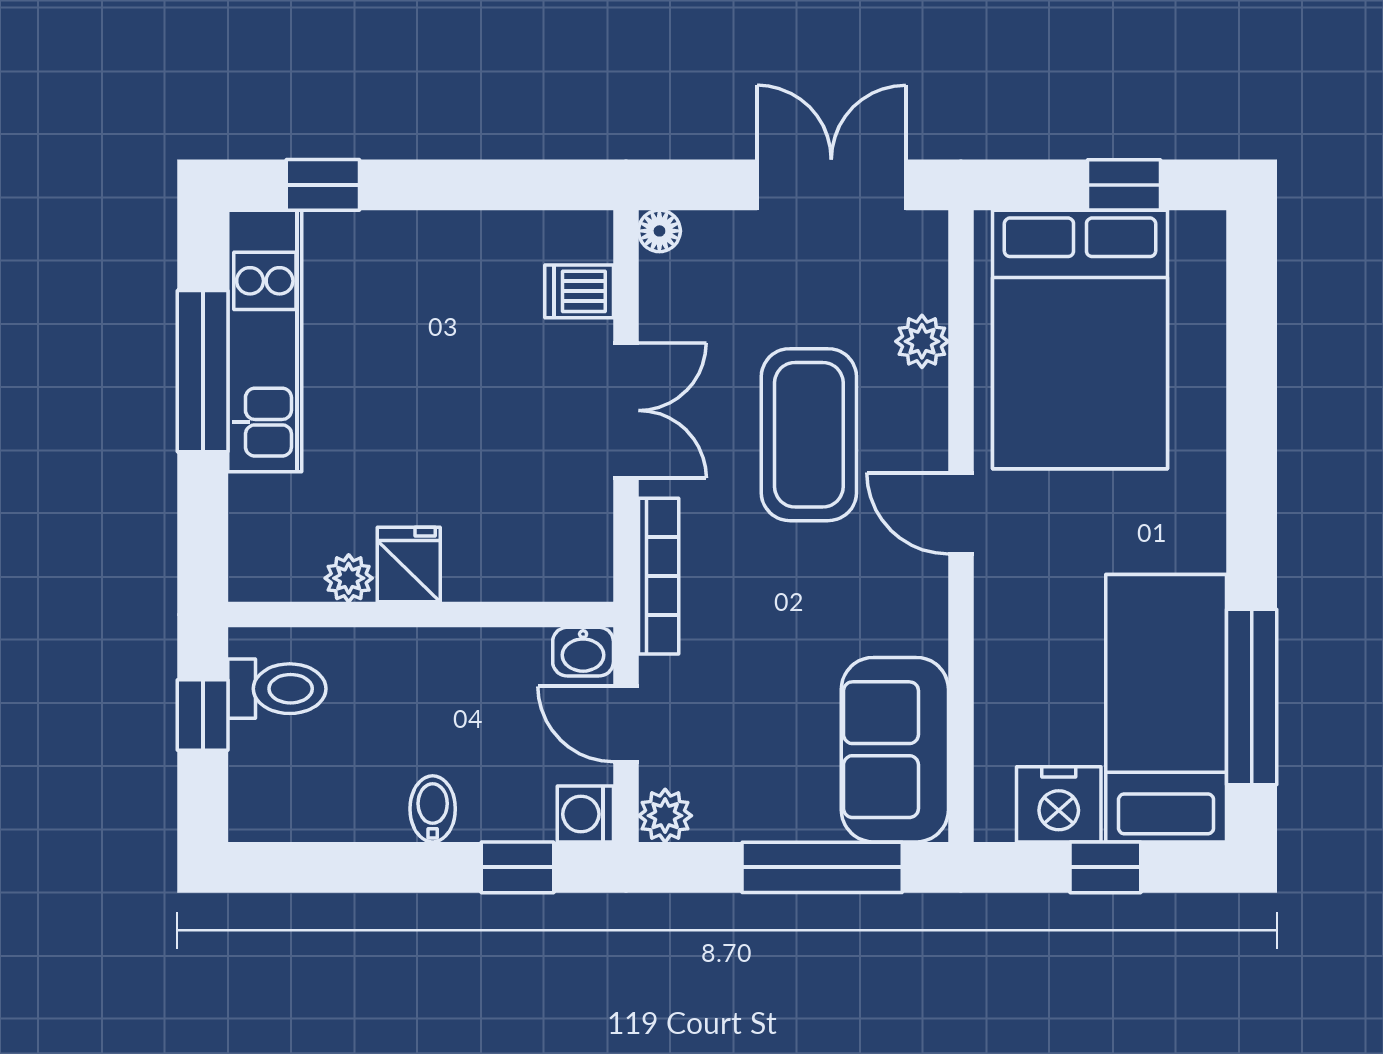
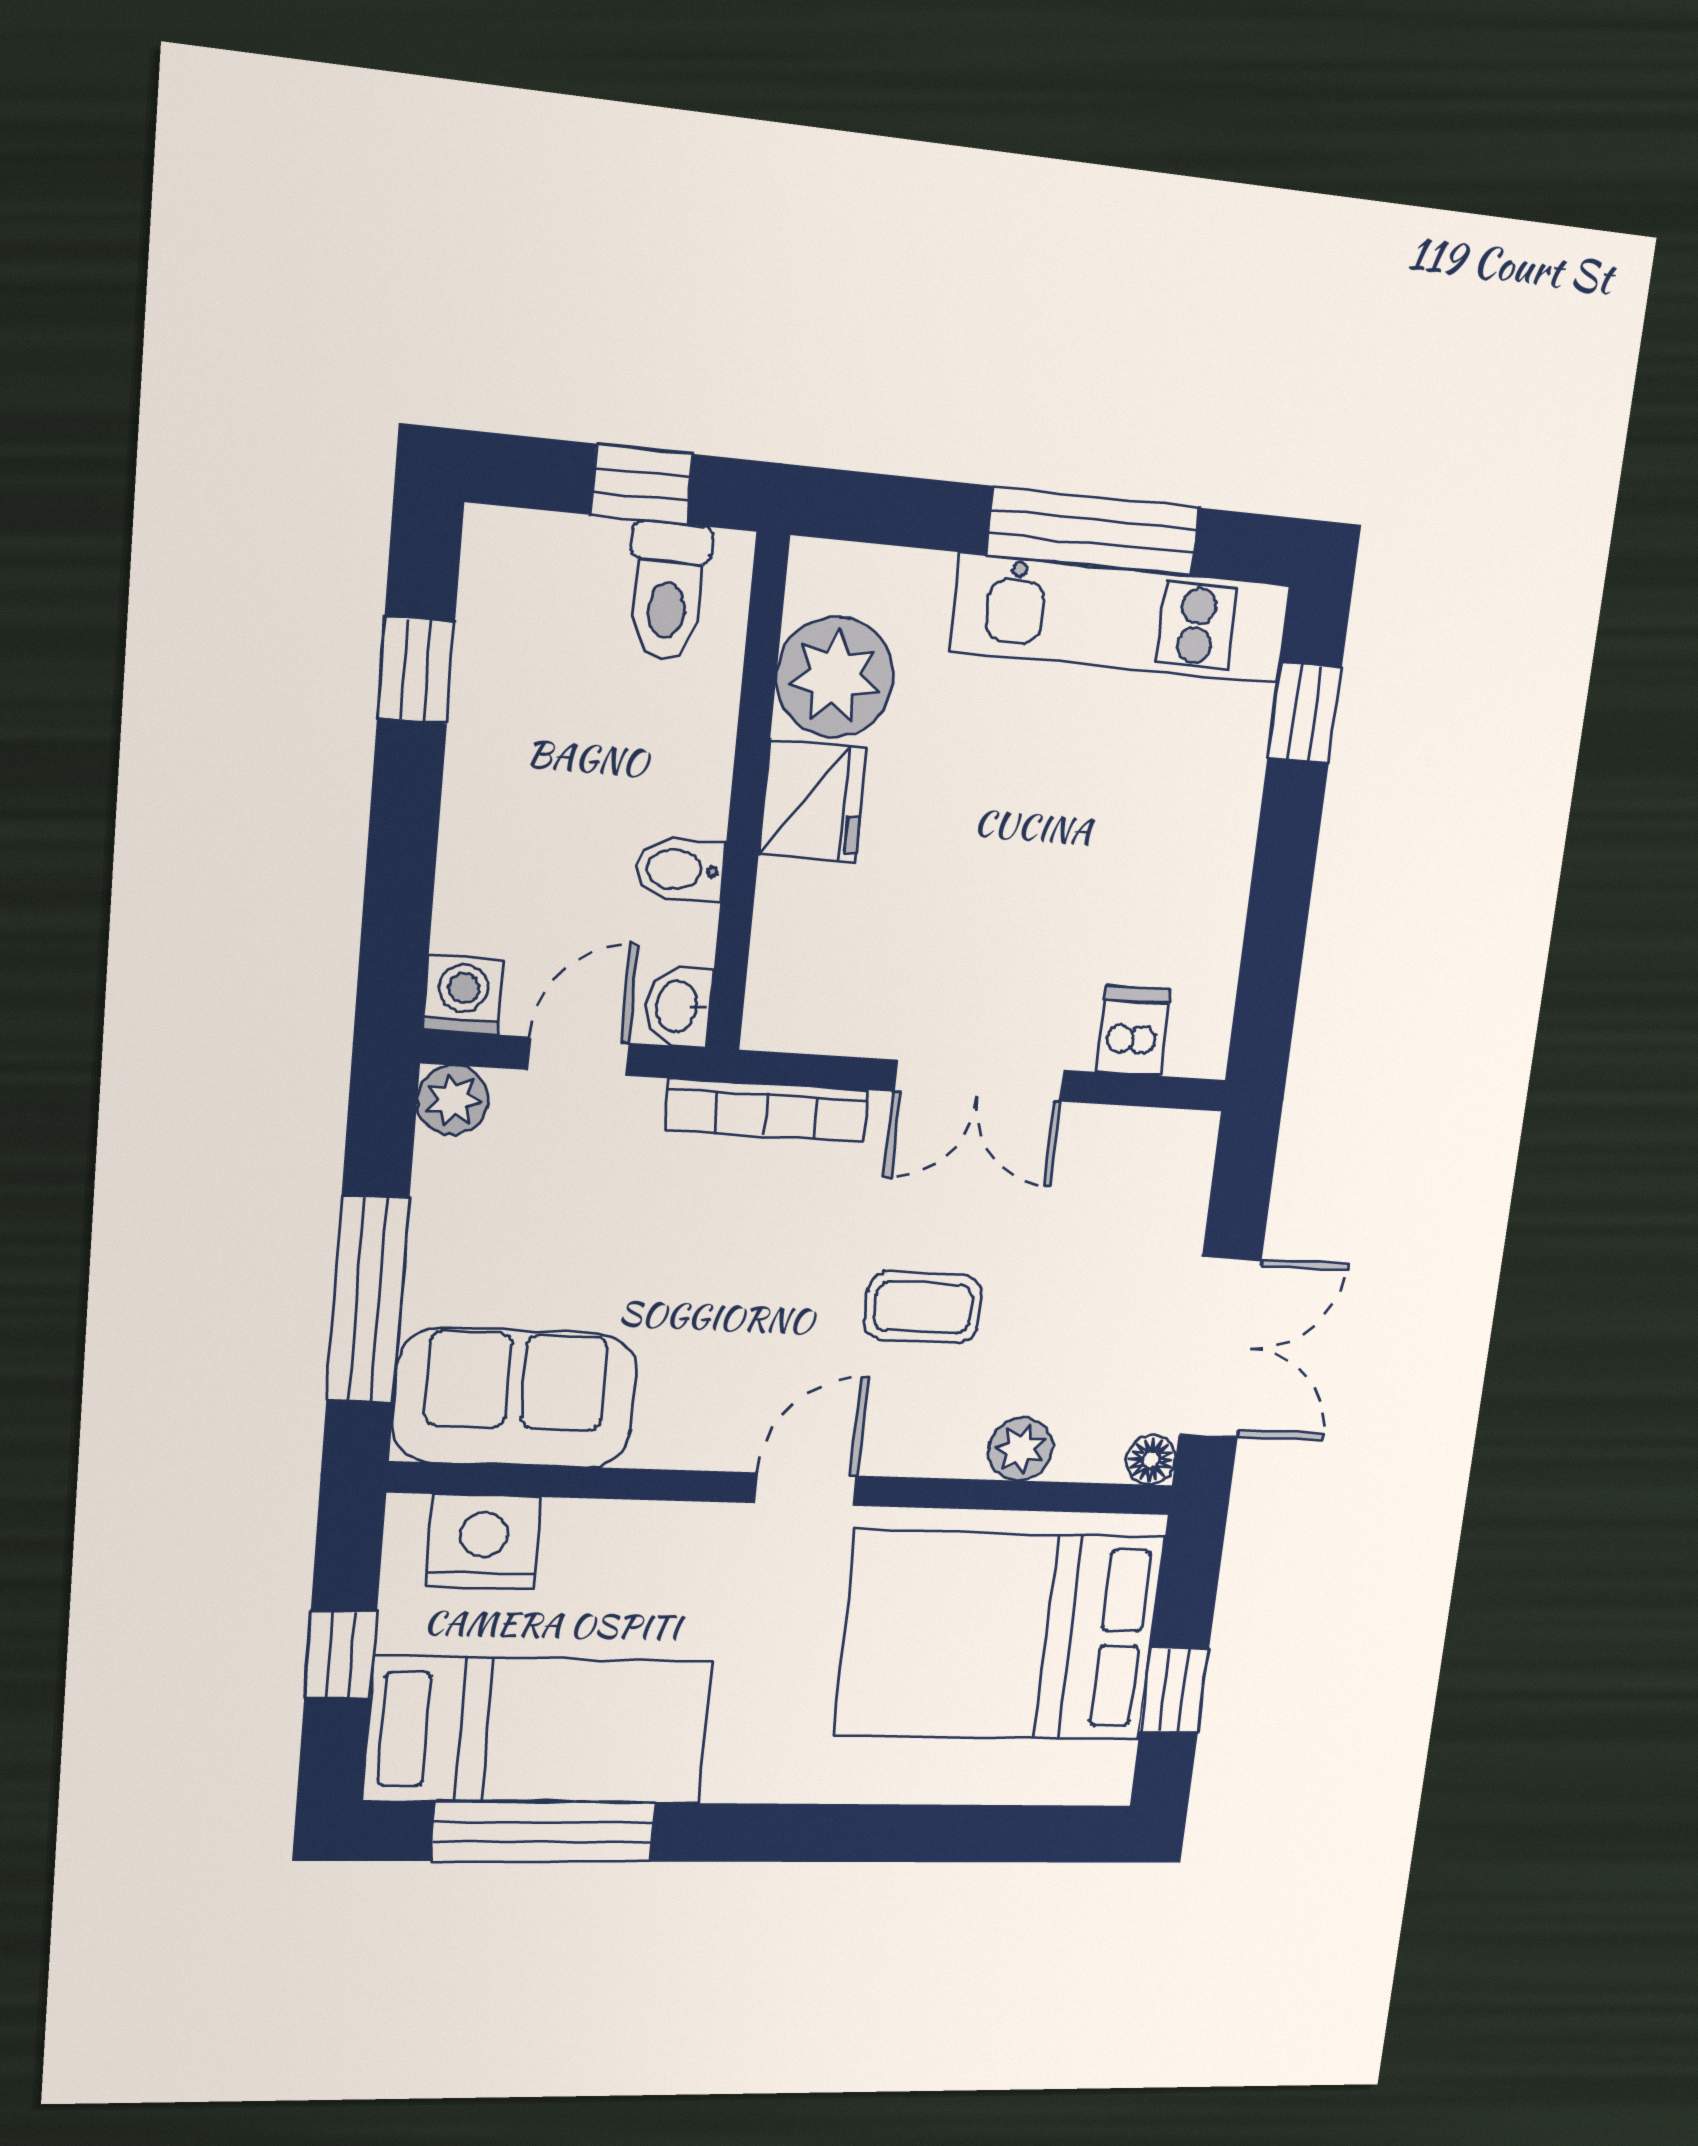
floor lamp: (659, 231) -> (1151, 1460), moved
coffee table: (809, 435) -> (923, 1307), width x0.54, depth x0.58
fridge: (409, 564) -> (813, 801), width x1.38
plant: (349, 578) -> (835, 677), width x1.88, depth x1.88
nightstand: (1059, 804) -> (483, 1542), moved, turned 90
bidet: (433, 809) -> (680, 869), moved, turned 180
window: (518, 867) -> (416, 670), moved

